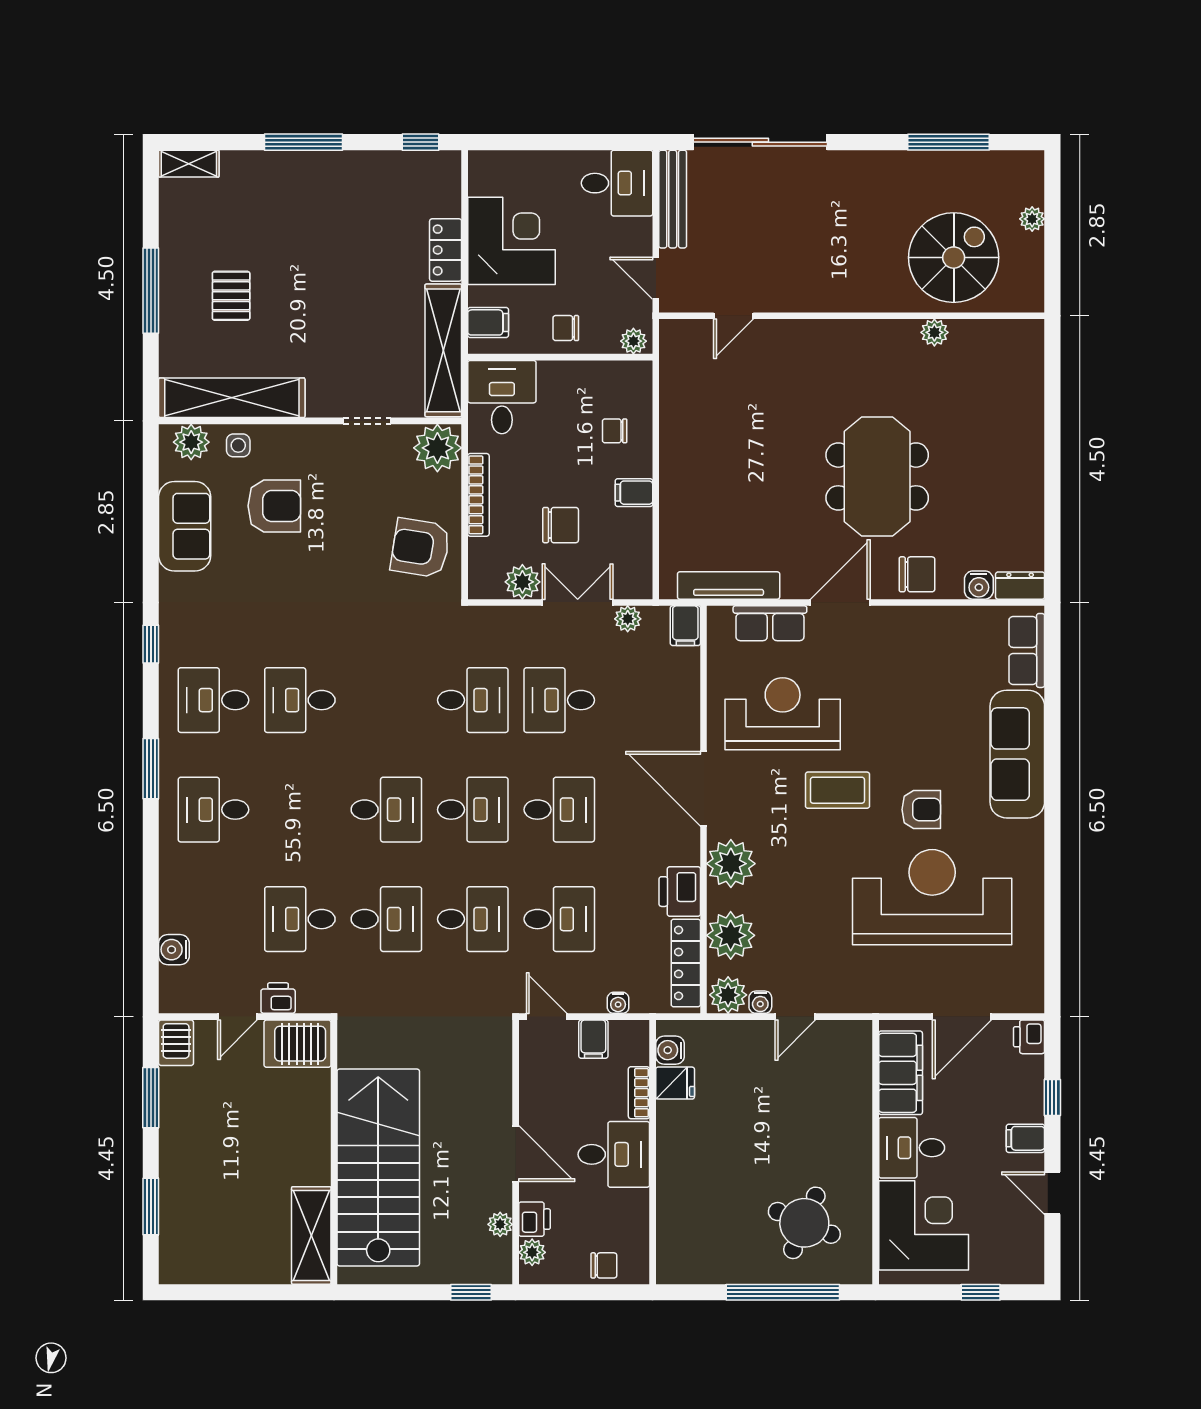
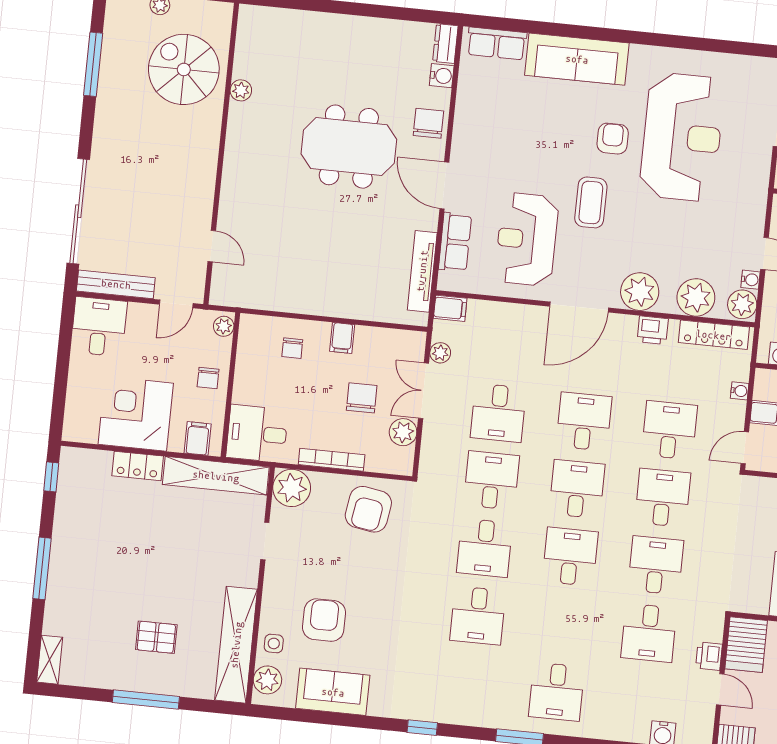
desk: (213, 700) -> (485, 548), moved
printer: (680, 892) -> (653, 330), width x0.73, depth x0.81
reception desk: (932, 897) -> (682, 137), turned 180

